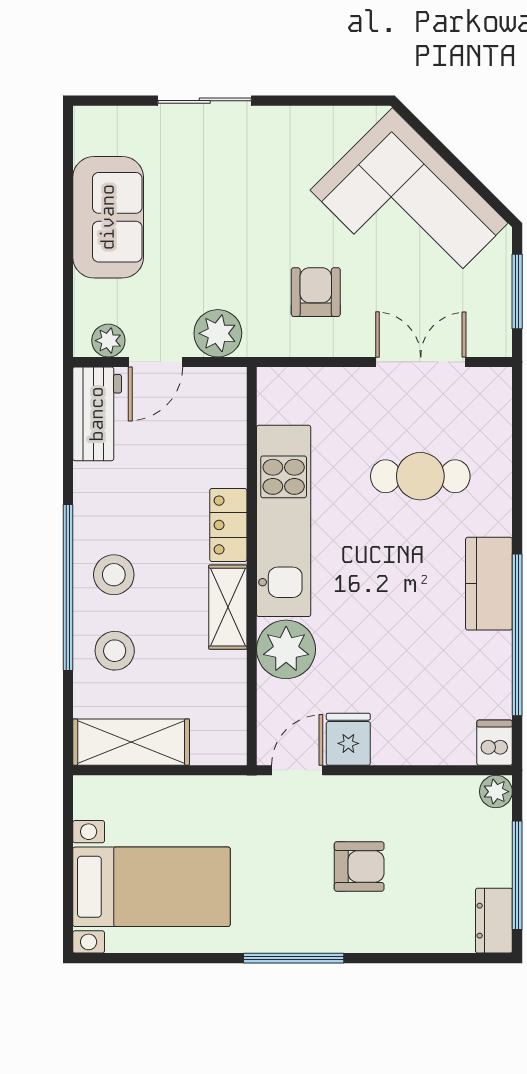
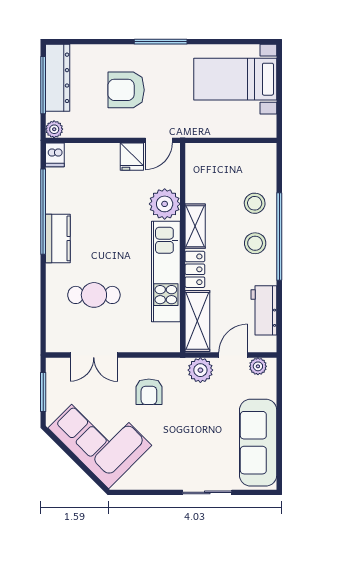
sofa: (108, 217) -> (258, 443), width x1.36
workbench: (97, 414) -> (264, 310), moved
shelving: (131, 742) -> (197, 321), moved, turned 90
armchair: (359, 866) -> (126, 90), width x1.38, depth x1.38
dresser: (494, 921) -> (58, 78), width x1.96, depth x1.24

